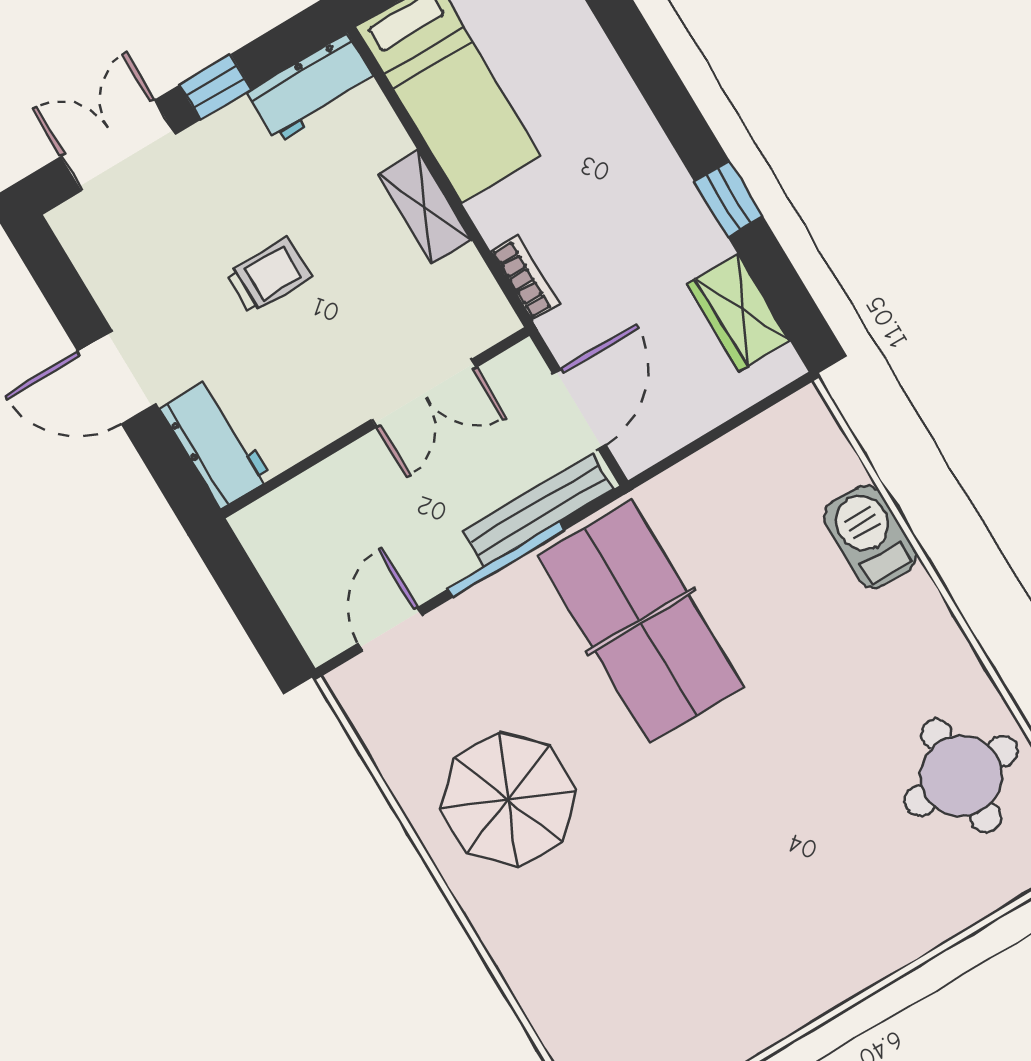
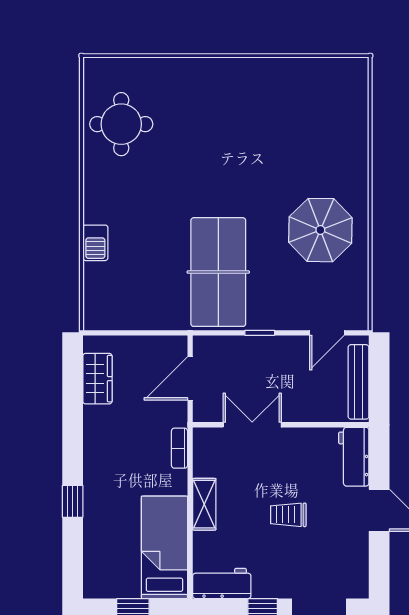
window: (729, 199) -> (73, 501), moved
bench: (538, 510) -> (359, 382), moved, turned 90
barbecue: (870, 536) -> (95, 243), width x0.73, depth x0.79
window: (506, 559) -> (260, 333), width x0.46

